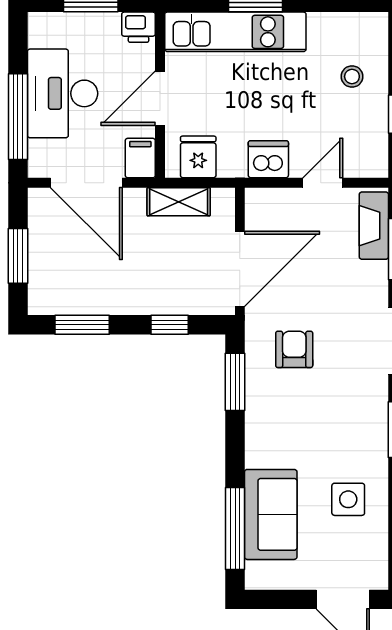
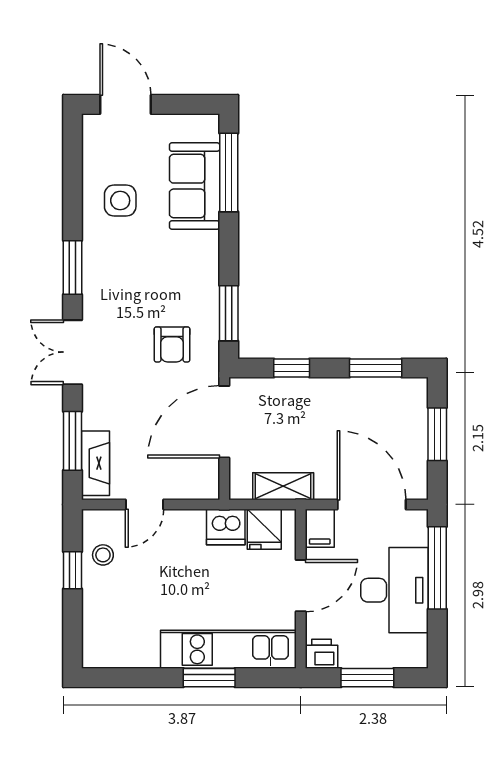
stool: (352, 76) -> (103, 555), moved
dishwasher: (268, 159) -> (226, 527), moved

